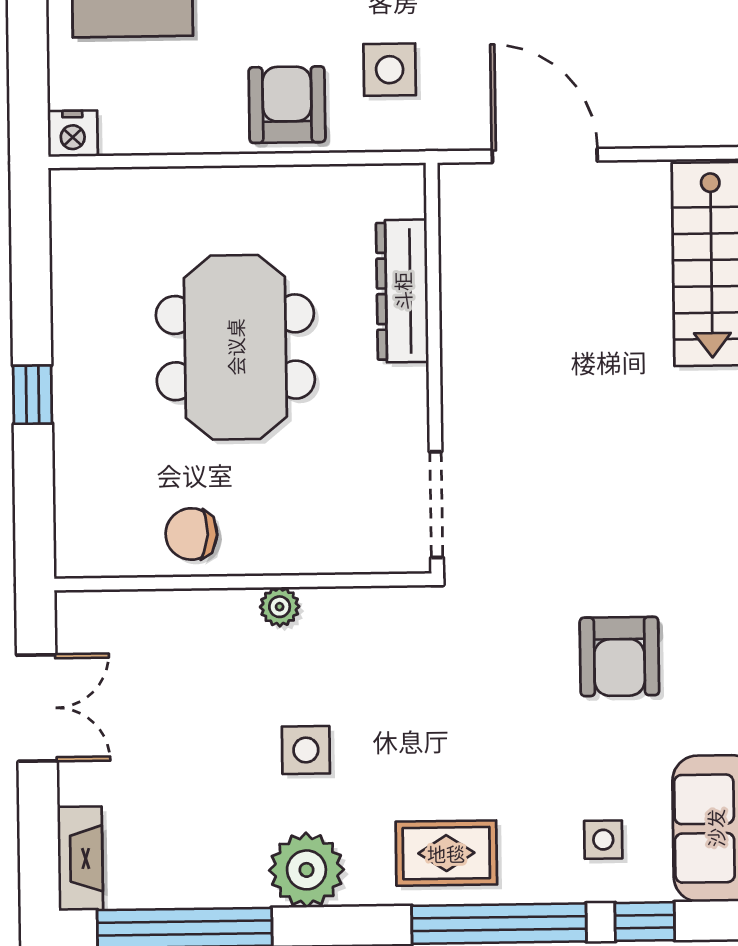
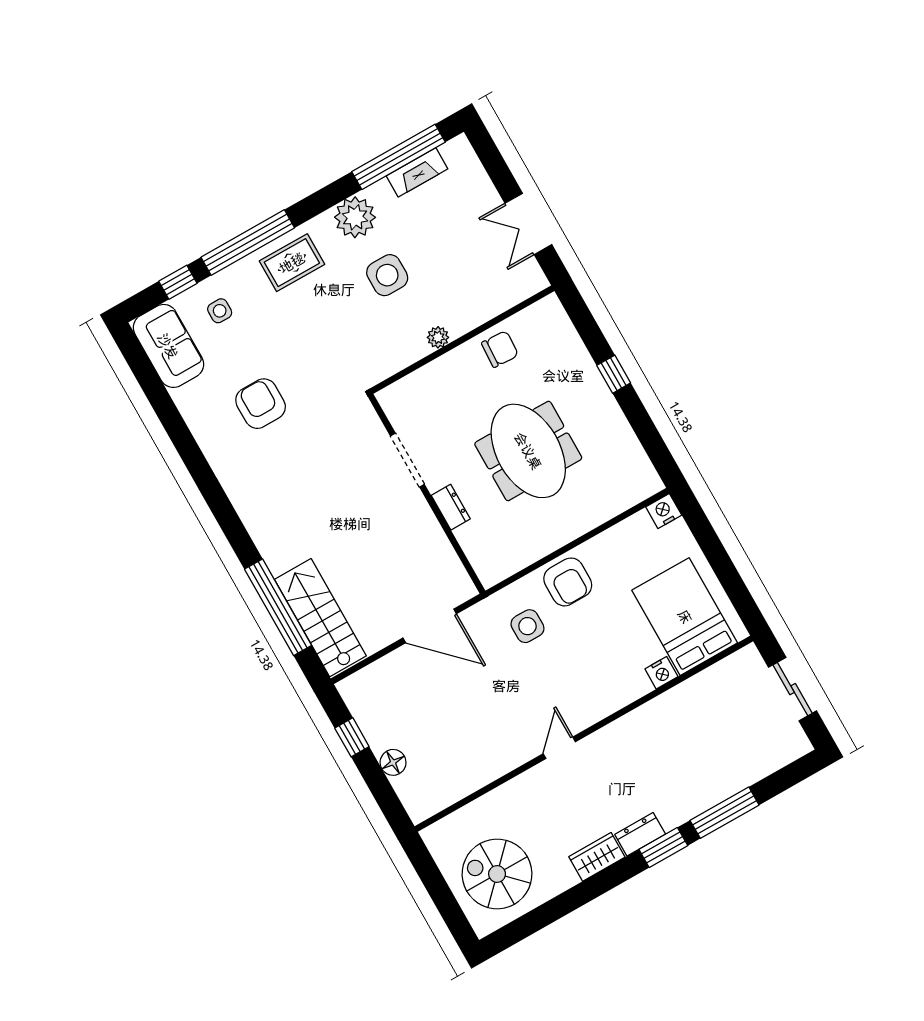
dresser: (402, 291) -> (451, 507), width x0.51, depth x0.80
doorway: (436, 505) -> (407, 460), moved
side table: (306, 750) -> (387, 275), width x1.37, depth x1.37
fireplace: (80, 859) -> (417, 172), moved, turned -90

